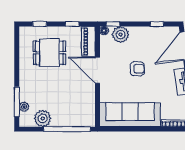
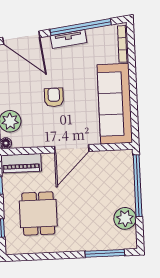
door: (97, 70) -> (72, 149), moved
plant: (24, 107) -> (111, 244), removed

